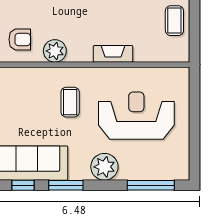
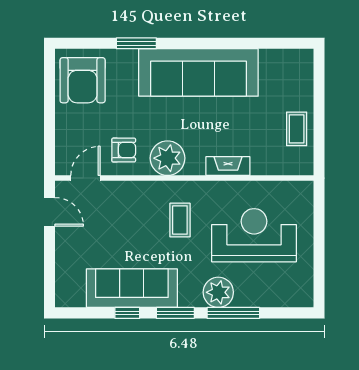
plant: (55, 51) -> (168, 158), width x1.36, depth x1.36
window: (151, 185) -> (233, 313), moved

